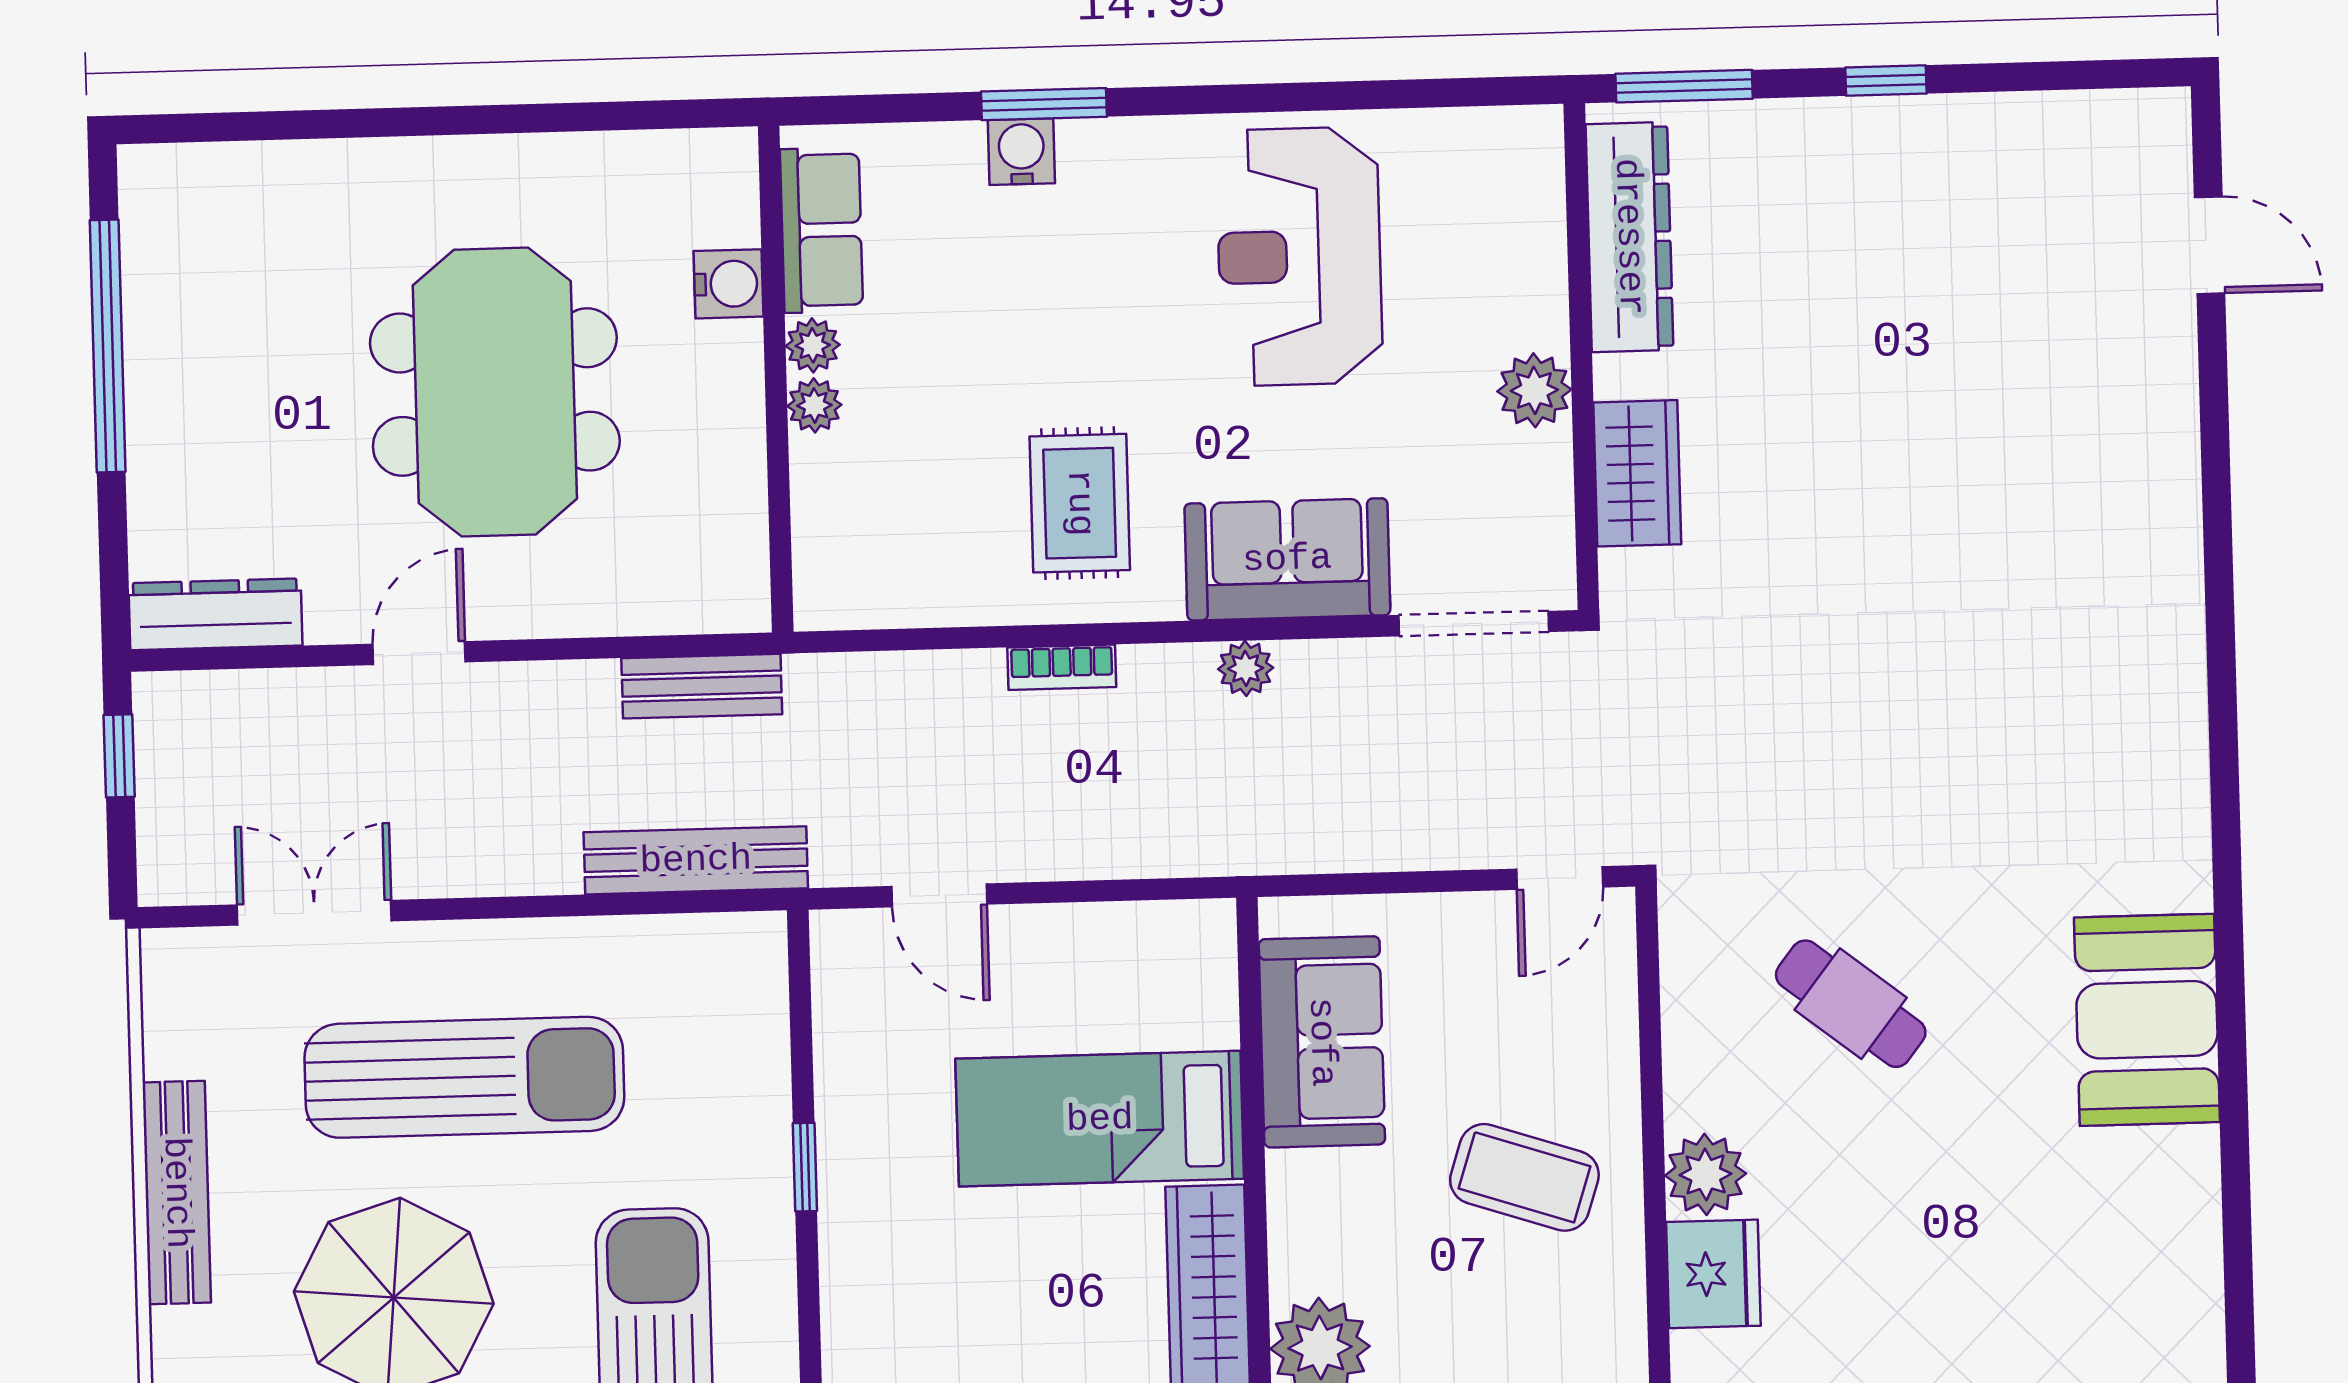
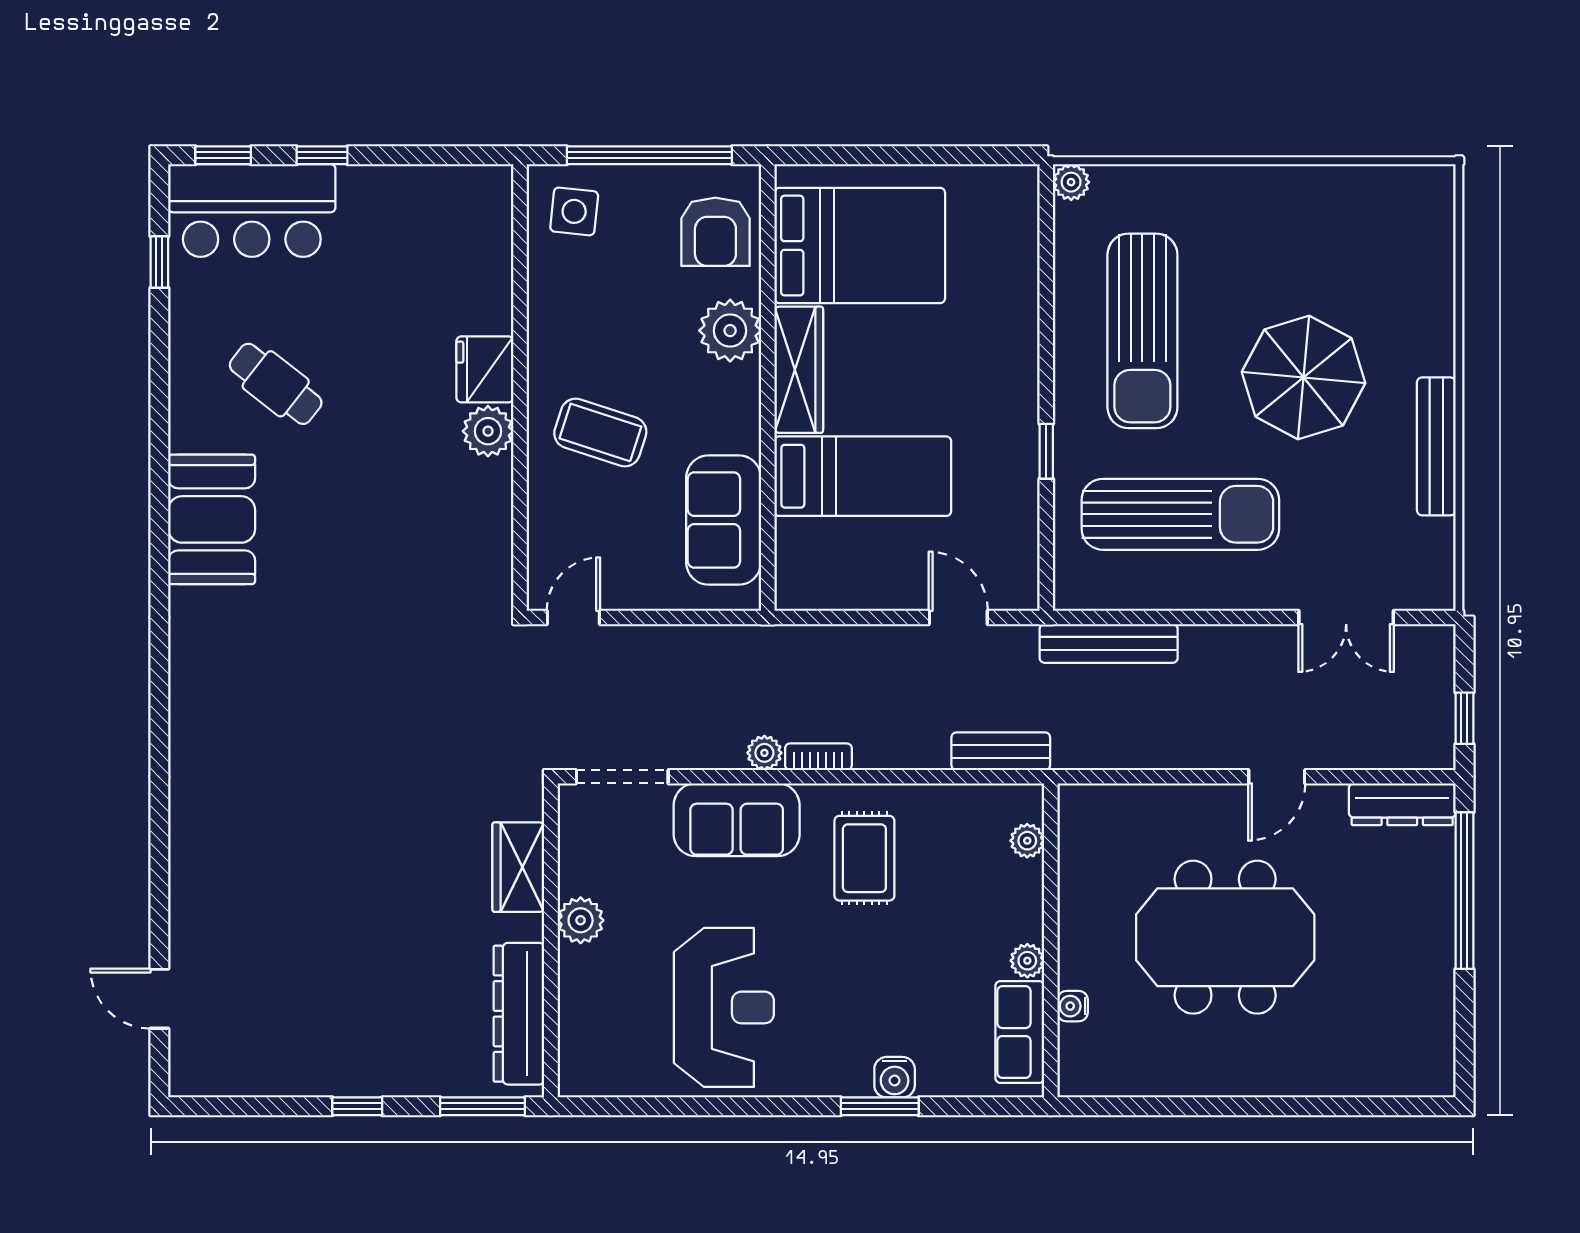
water cooler: (728, 284) -> (1073, 1006), width x0.72, depth x0.72
window: (108, 346) -> (1464, 891), moved
meeting table: (495, 392) -> (1225, 937), turned 90
plant: (814, 405) -> (1027, 841), moved
bookcase: (1062, 667) -> (818, 757), moved
bench: (702, 686) -> (1001, 751), moved
cafe table: (1851, 1004) -> (276, 384), moved
sun lounger: (464, 1077) -> (1180, 514), moved, turned 180

